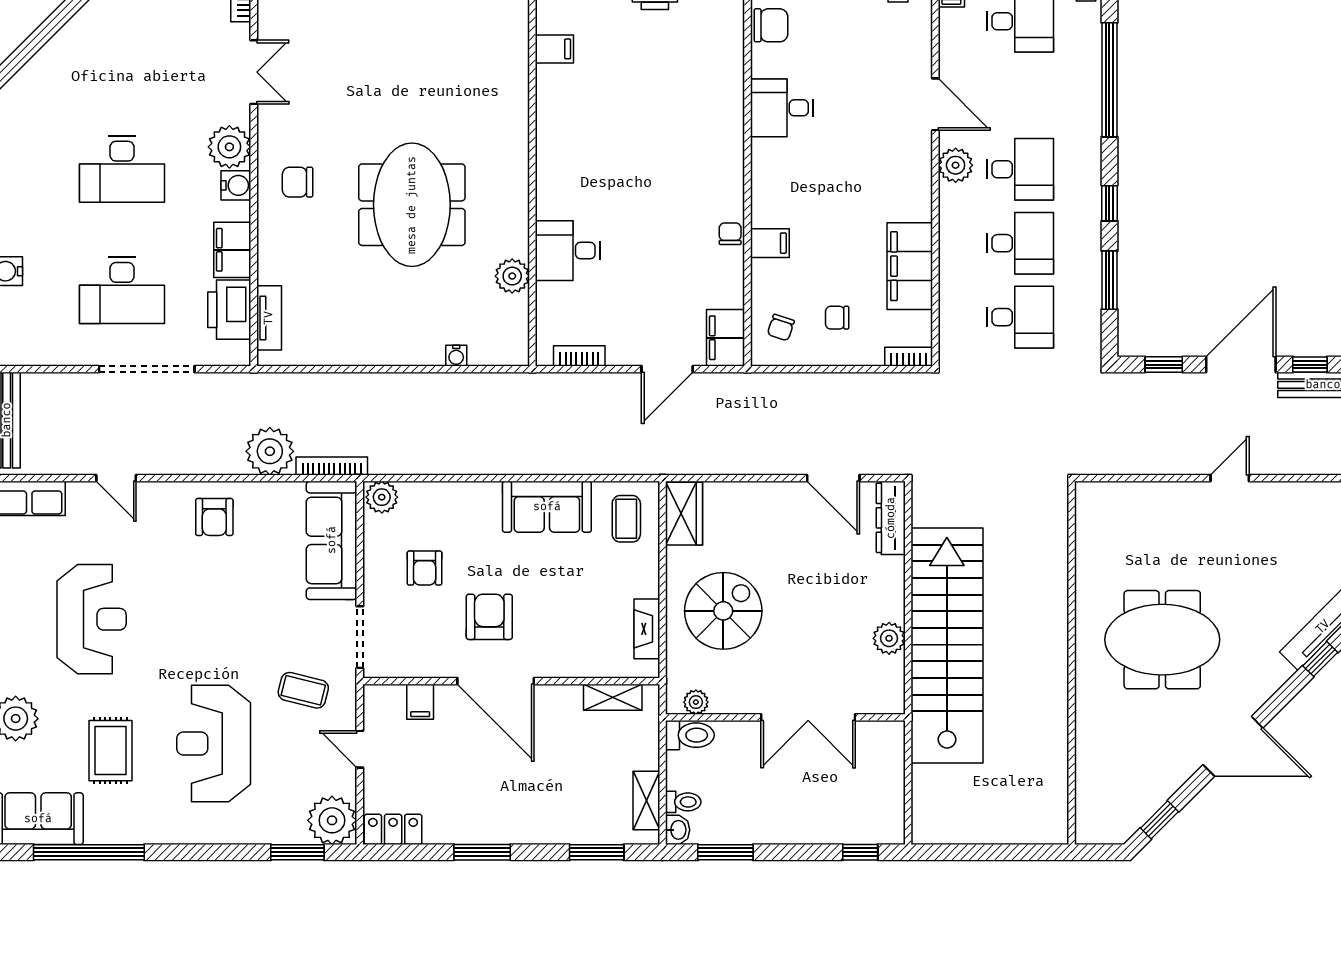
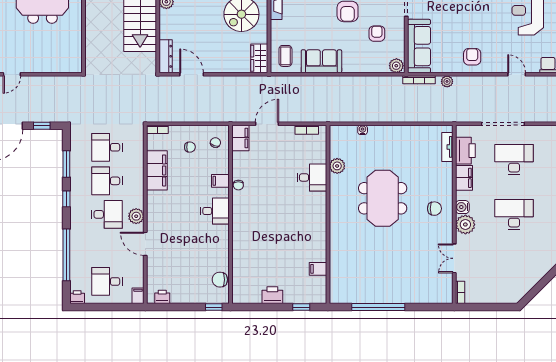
desk: (782, 108) -> (215, 211), moved
desk: (1020, 169) -> (107, 214), turned 180
plant: (270, 451) -> (447, 81), width x0.53, depth x0.53

